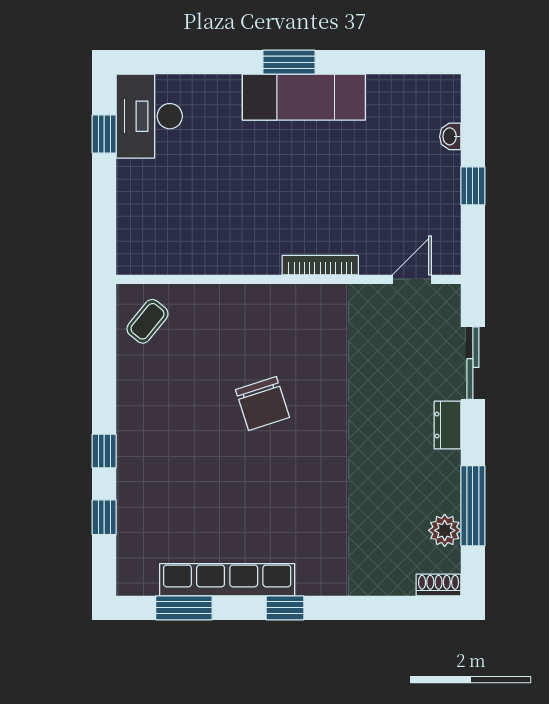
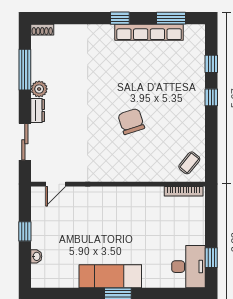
bookcase: (320, 265) -> (184, 191), moved
plant: (445, 530) -> (39, 89), moved

